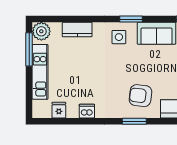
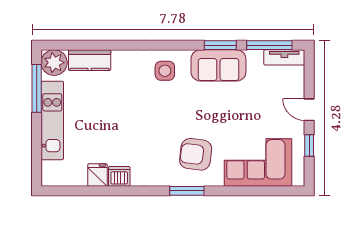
window: (131, 19) -> (220, 45), moved
kitchen counter: (77, 30) -> (90, 60), moved
fridge: (59, 110) -> (97, 175), moved

